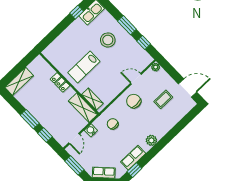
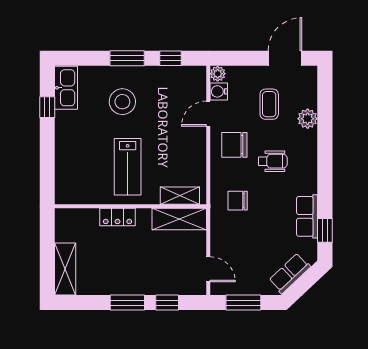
wheelchair: (142, 123) -> (273, 161), added
water cooler: (91, 130) -> (219, 91), moved
plant: (151, 140) -> (308, 119), moved

